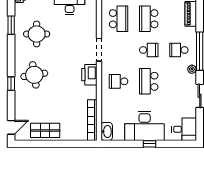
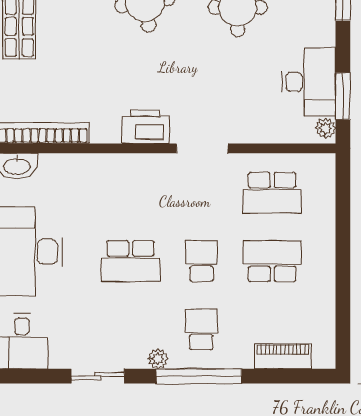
school desk: (149, 50) -> (201, 261), turned 180
school desk: (119, 81) -> (130, 193), removed
school desk: (149, 81) -> (130, 261), turned 180

